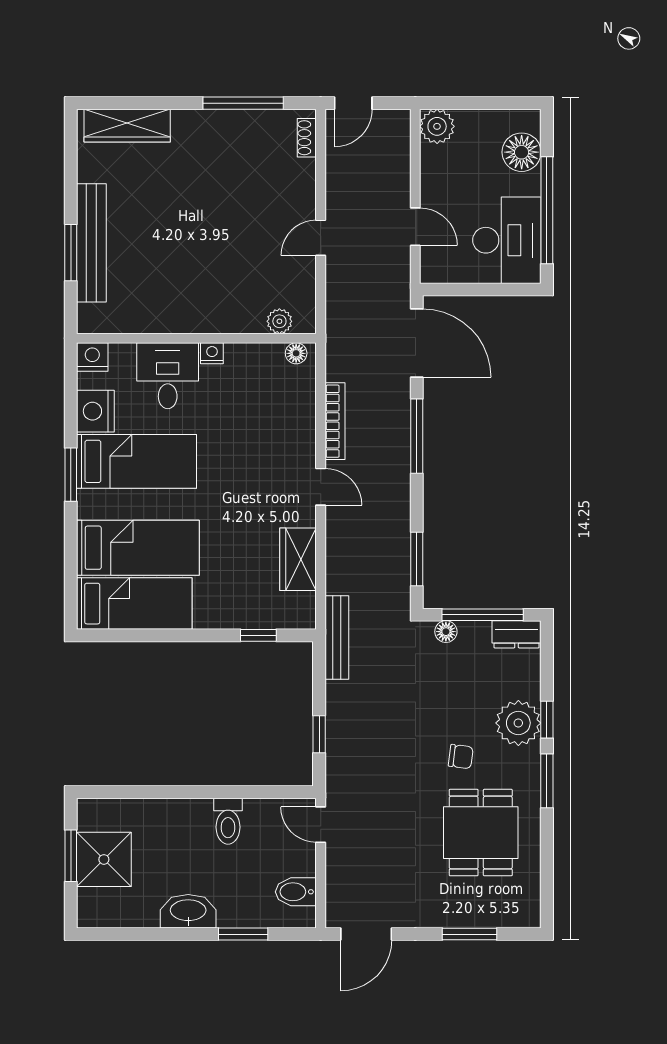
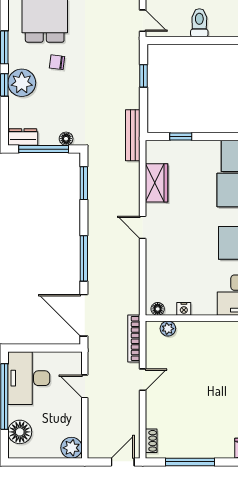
nightstand: (212, 353) -> (184, 309), moved
bookcase: (335, 421) -> (134, 338), moved

